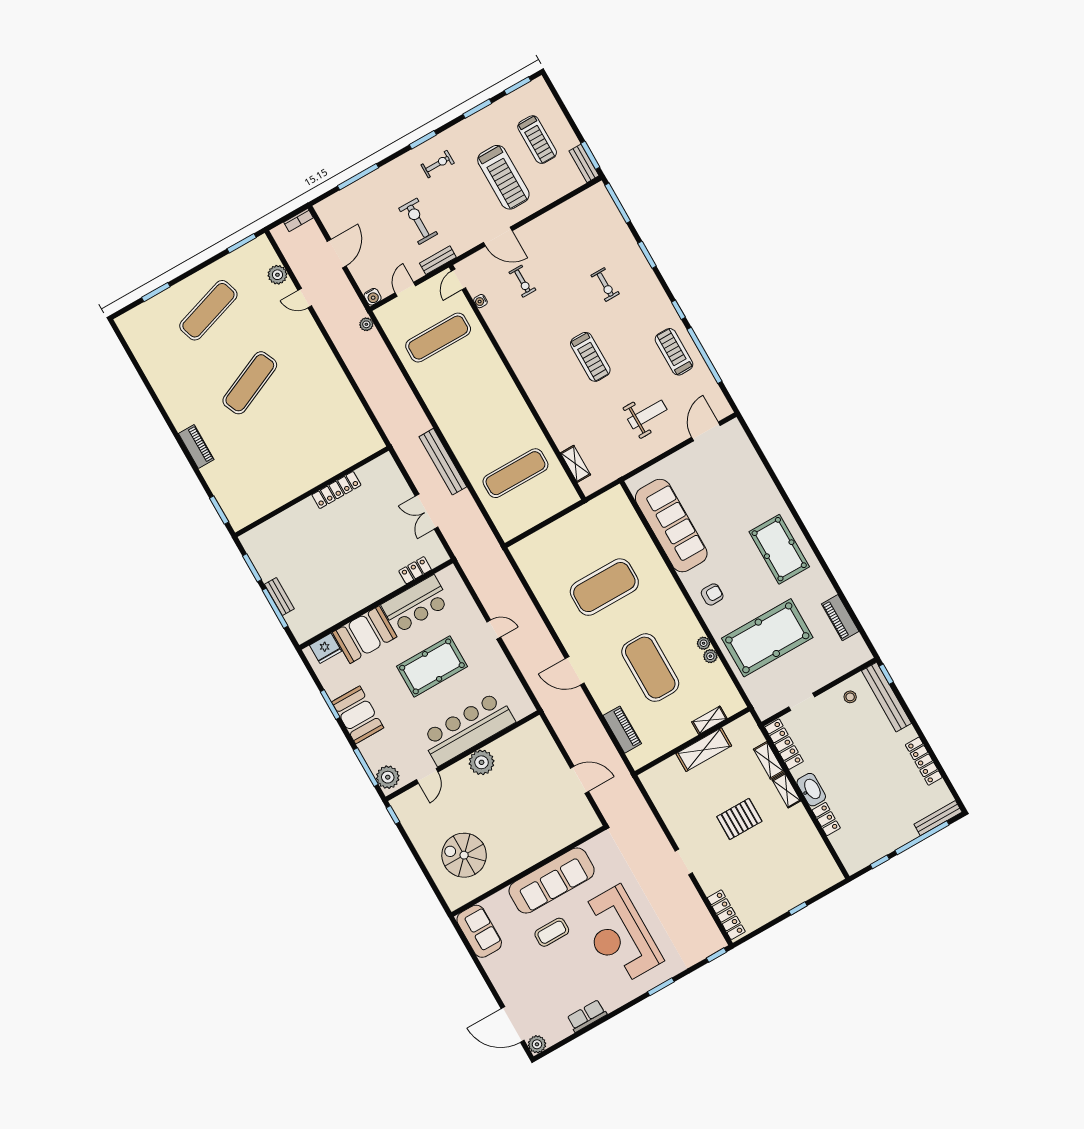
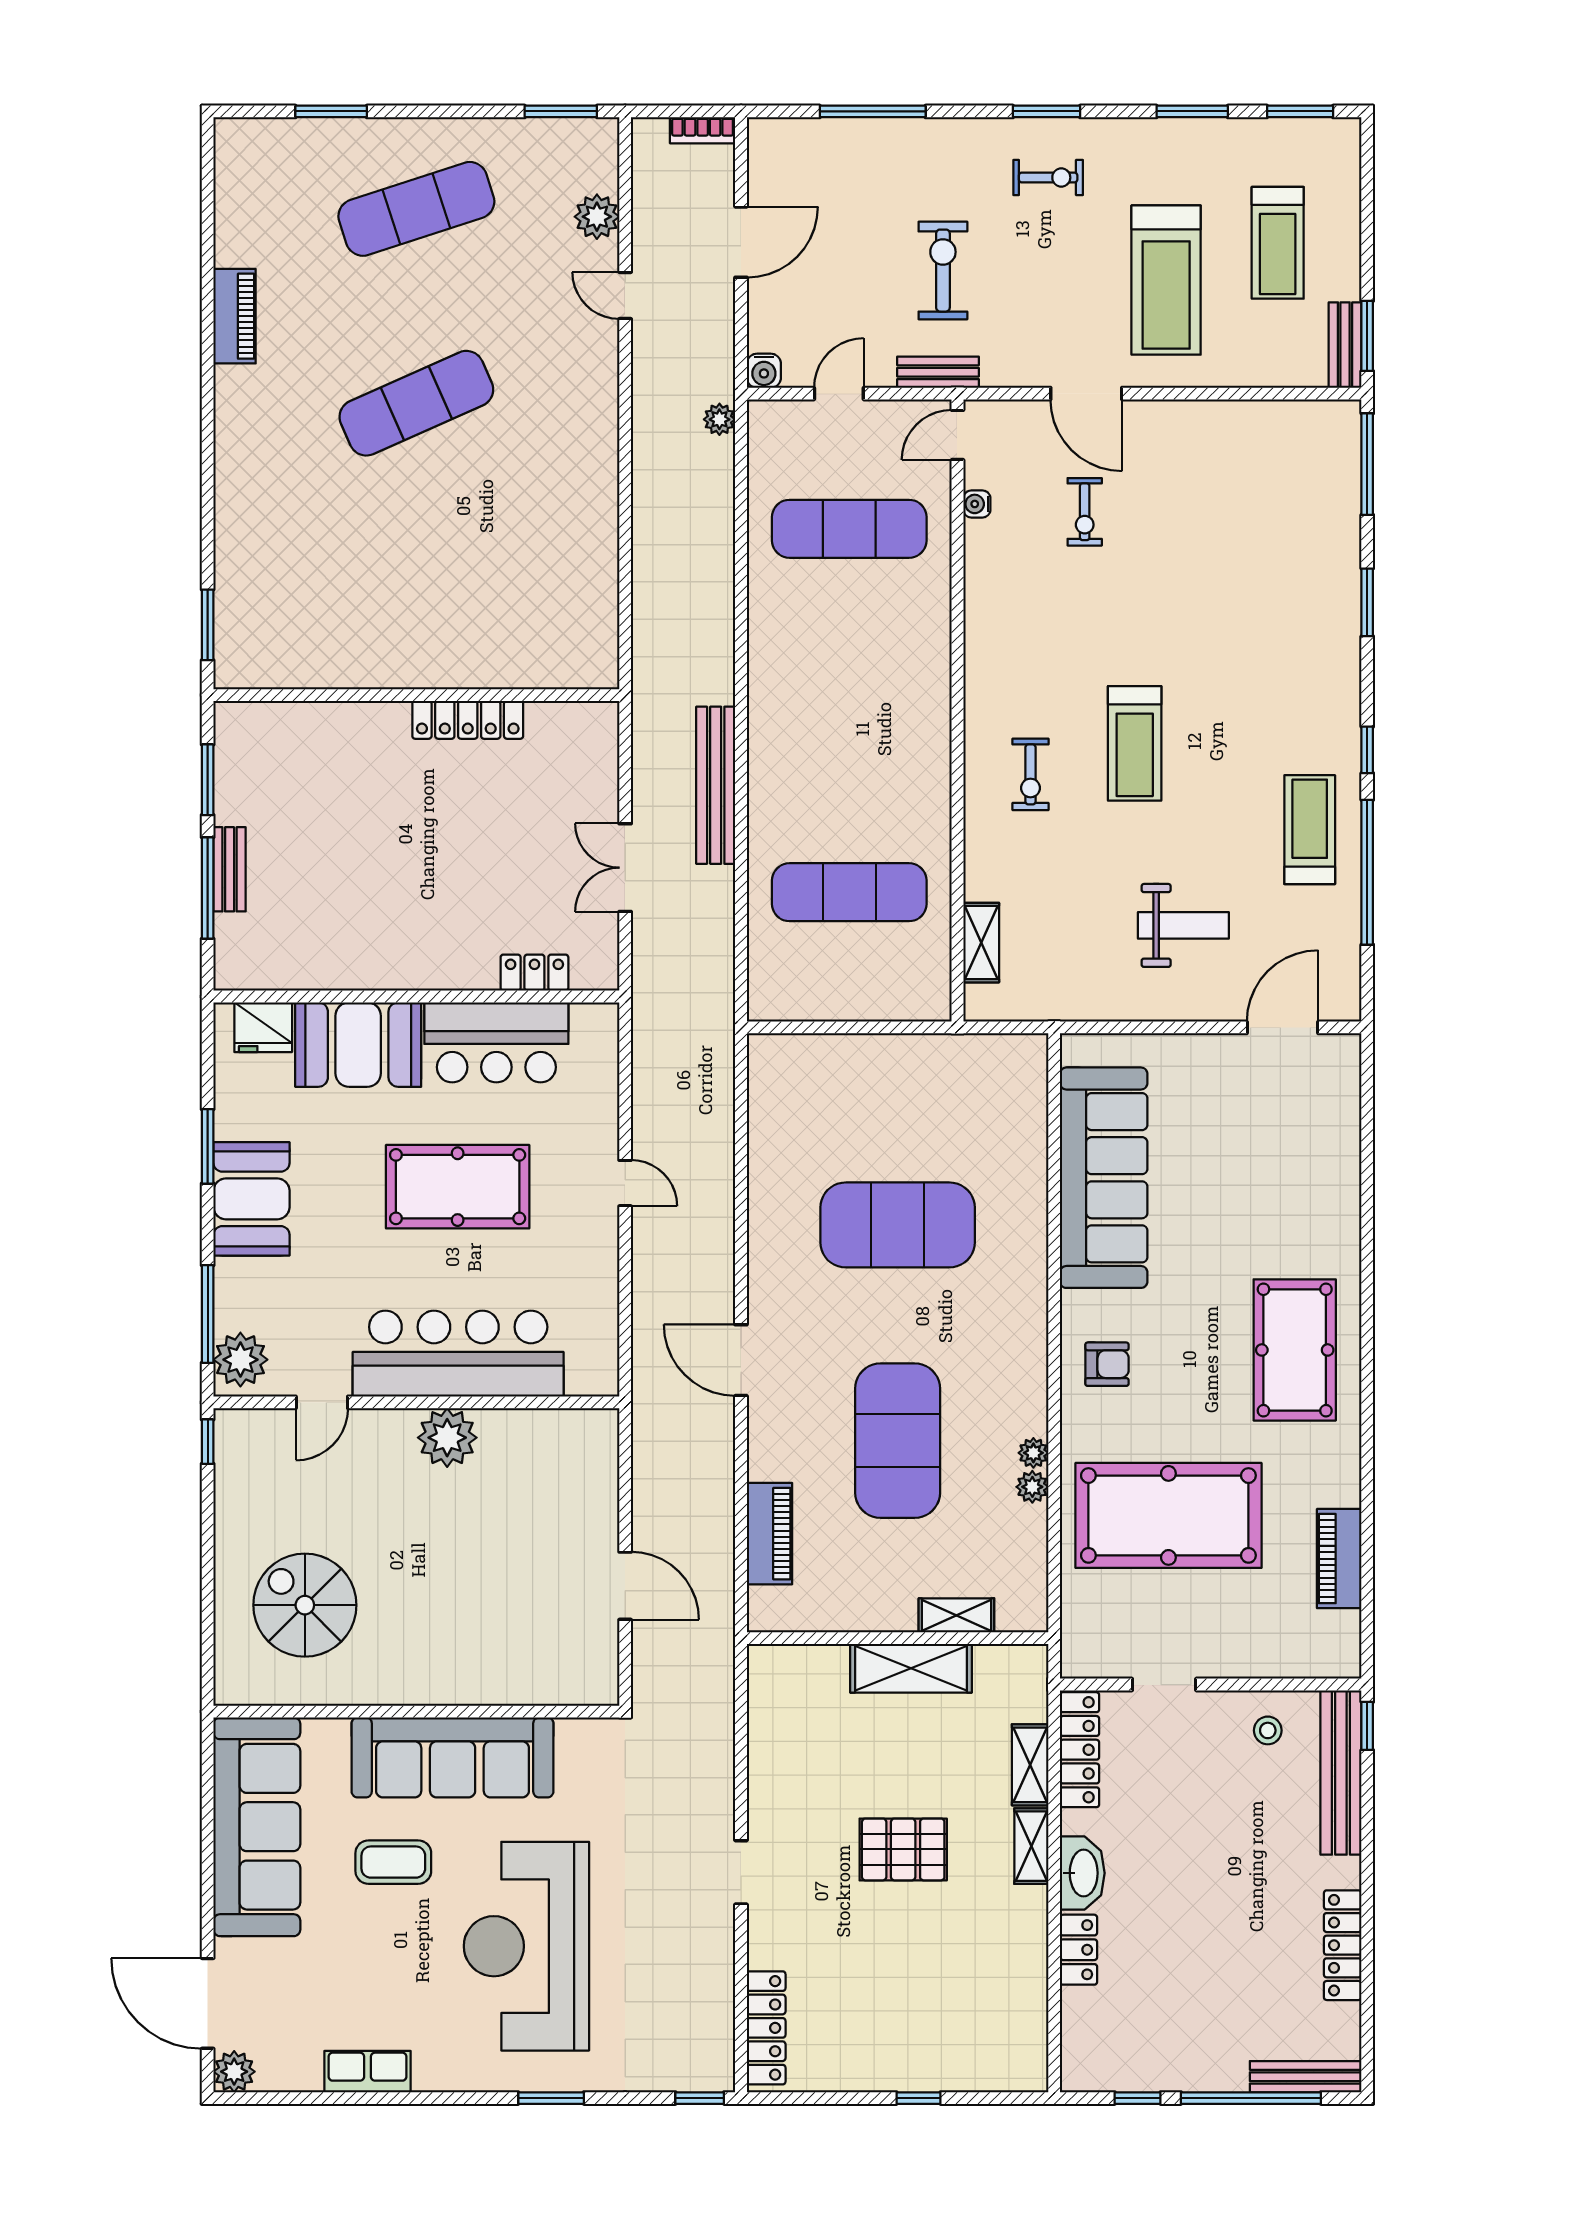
exercise bike: (605, 284) -> (1031, 774), moved
piano: (196, 447) -> (235, 316), moved
sofa: (479, 931) -> (257, 1827), width x1.85, depth x1.27

